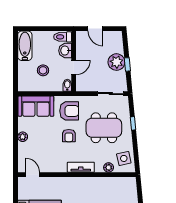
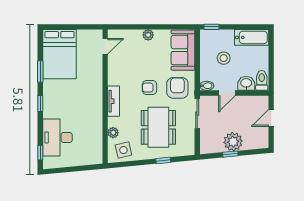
door: (74, 67) -> (227, 93), hinge flipped
window: (15, 81) -> (211, 27), added
sliding door: (111, 94) -> (197, 114), moved
armchair: (69, 111) -> (177, 88), turned 180

